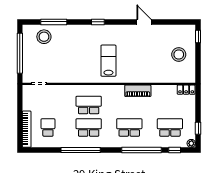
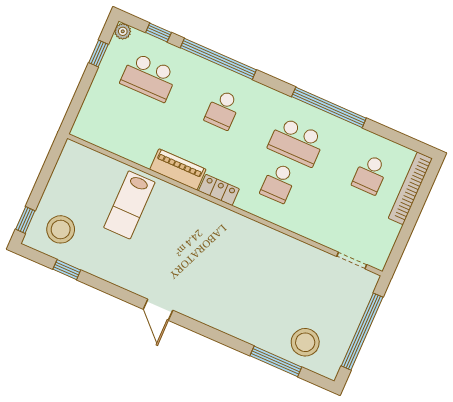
window: (98, 22) -> (67, 270), moved
door: (144, 22) -> (158, 310), moved
stool: (179, 54) -> (61, 229), moved
lab bench: (108, 61) -> (129, 205), moved
locker: (186, 90) -> (219, 190), moved
school desk: (89, 105) -> (279, 183), width x0.54
school desk: (129, 127) -> (223, 110), width x0.54

